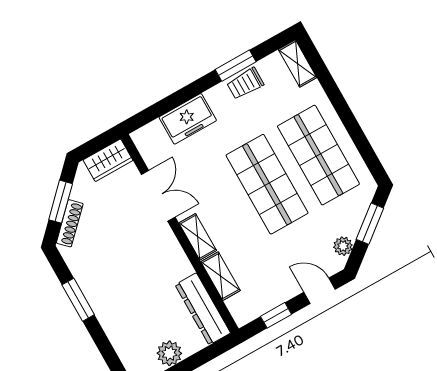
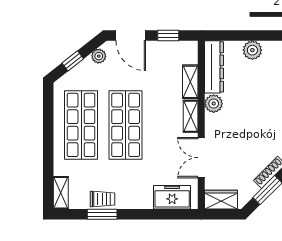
freezer: (188, 119) -> (172, 197), moved
window: (370, 224) -> (73, 61), width x0.67
plant: (179, 266) -> (214, 104), added
door: (319, 291) -> (131, 36), width x1.38

